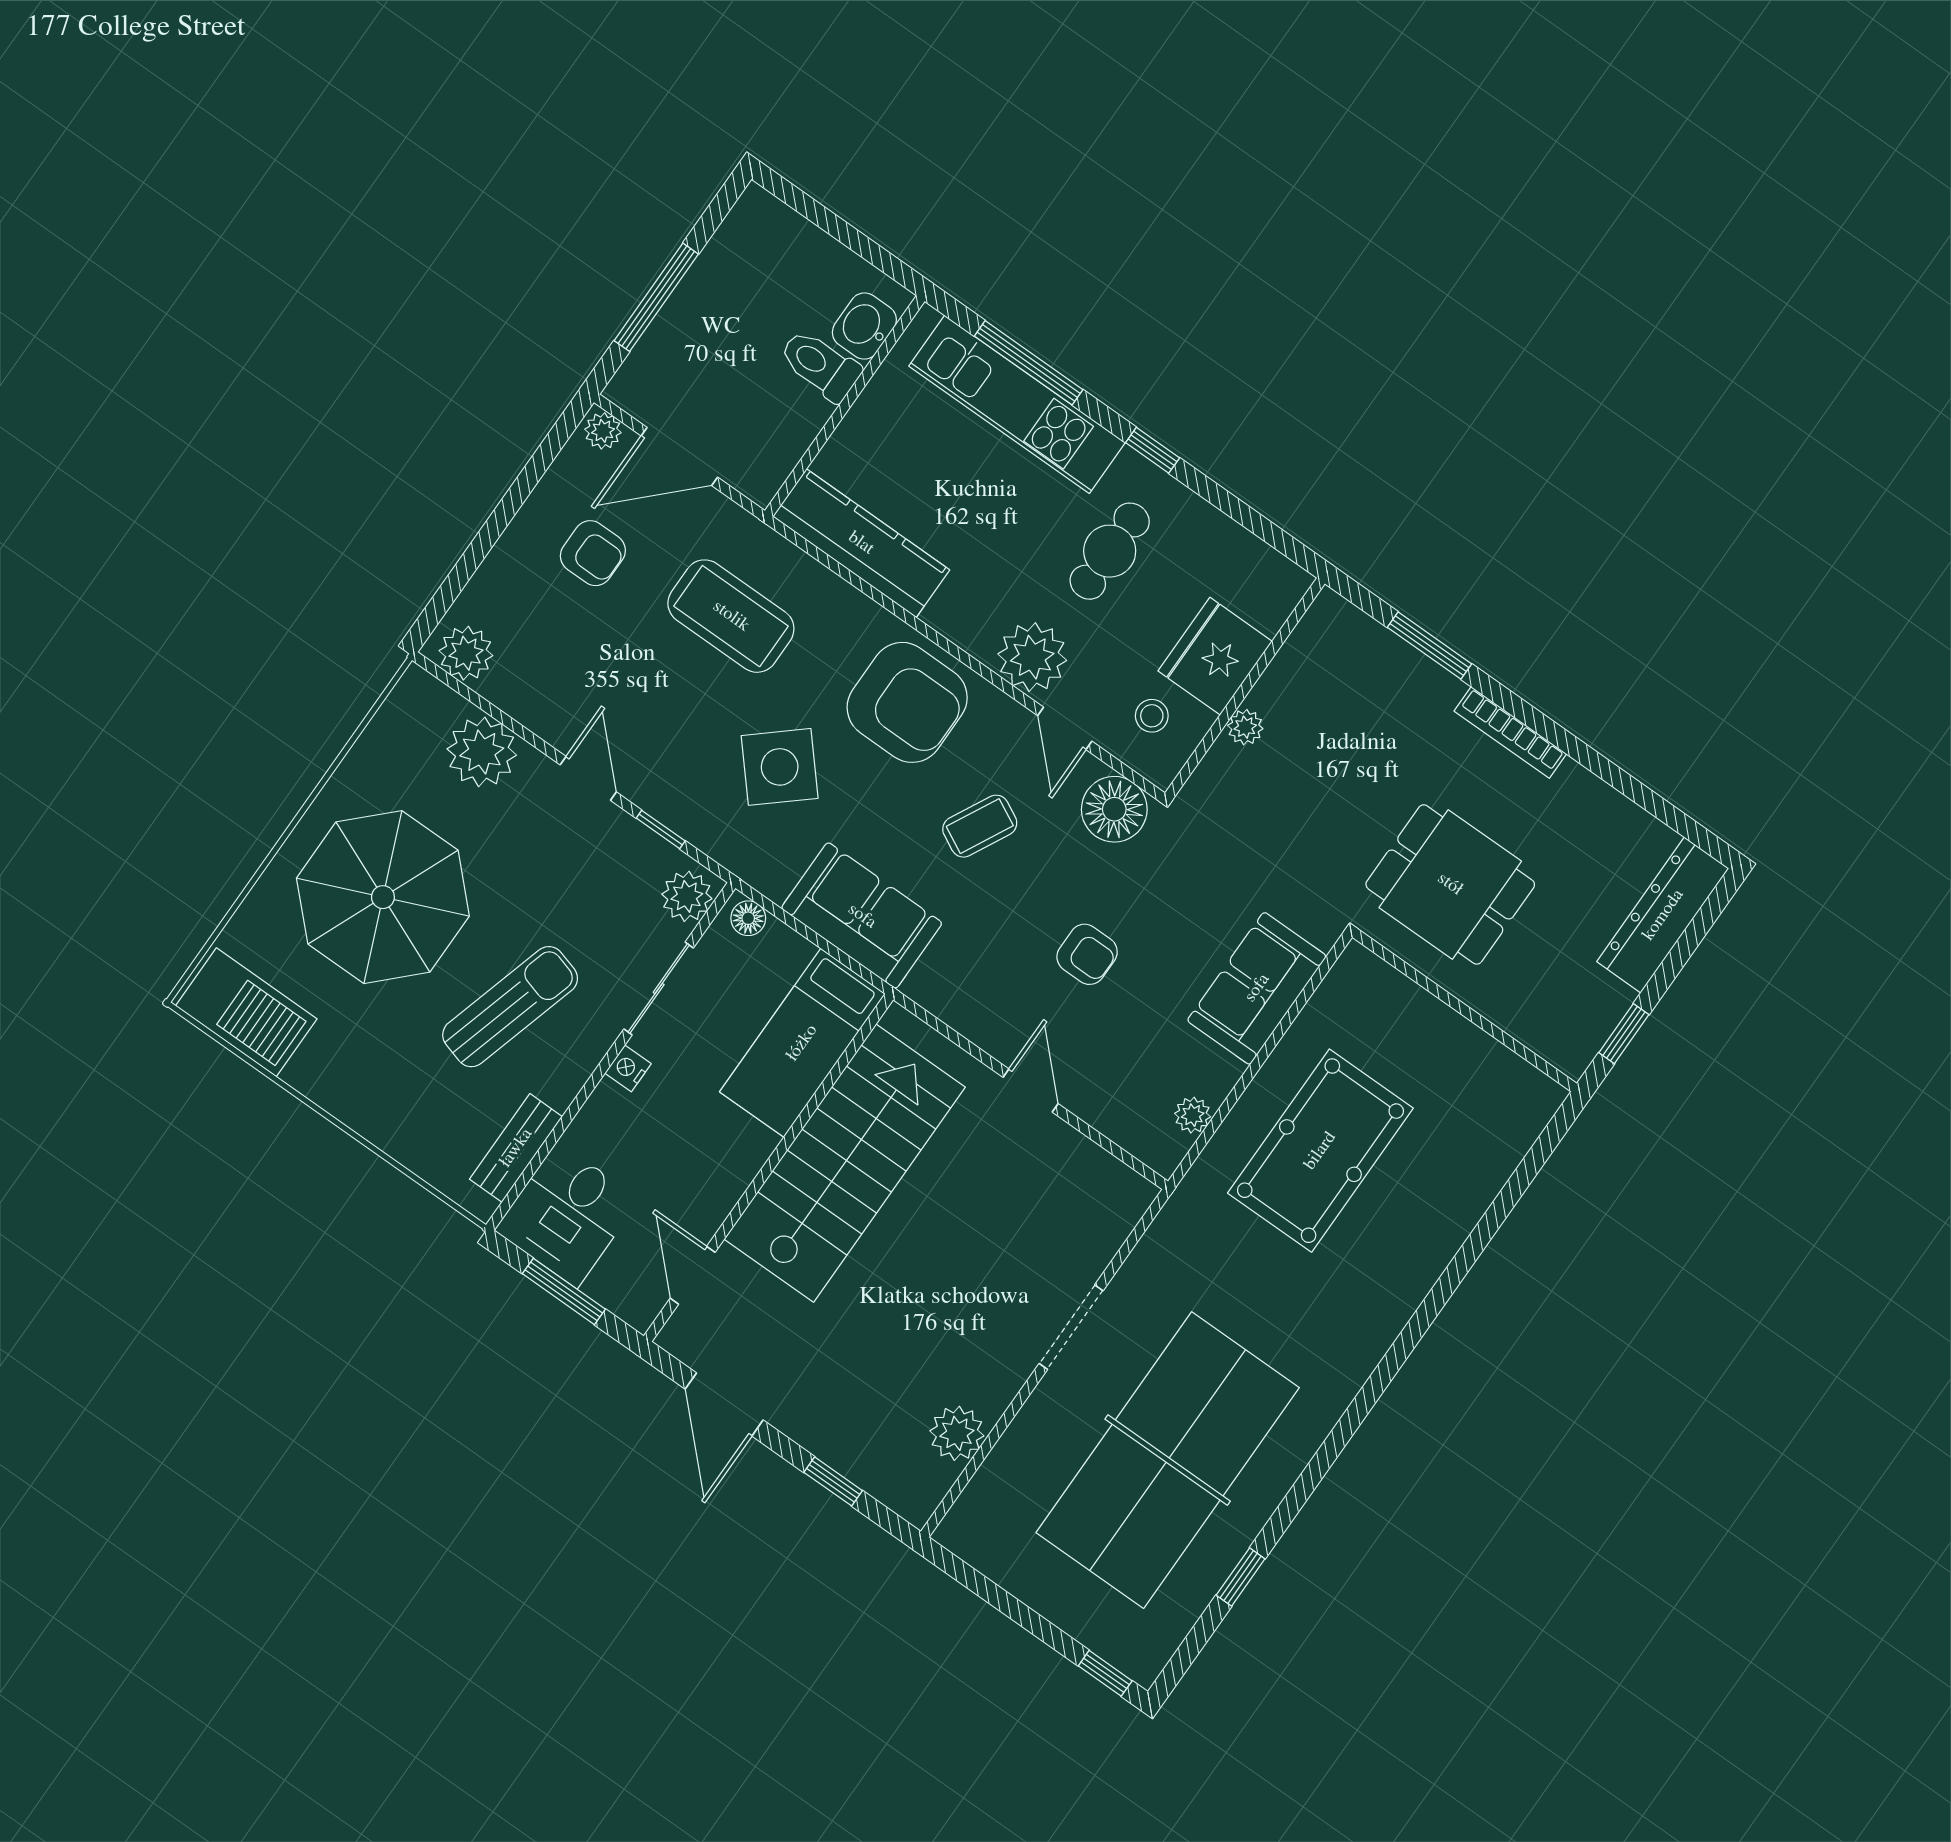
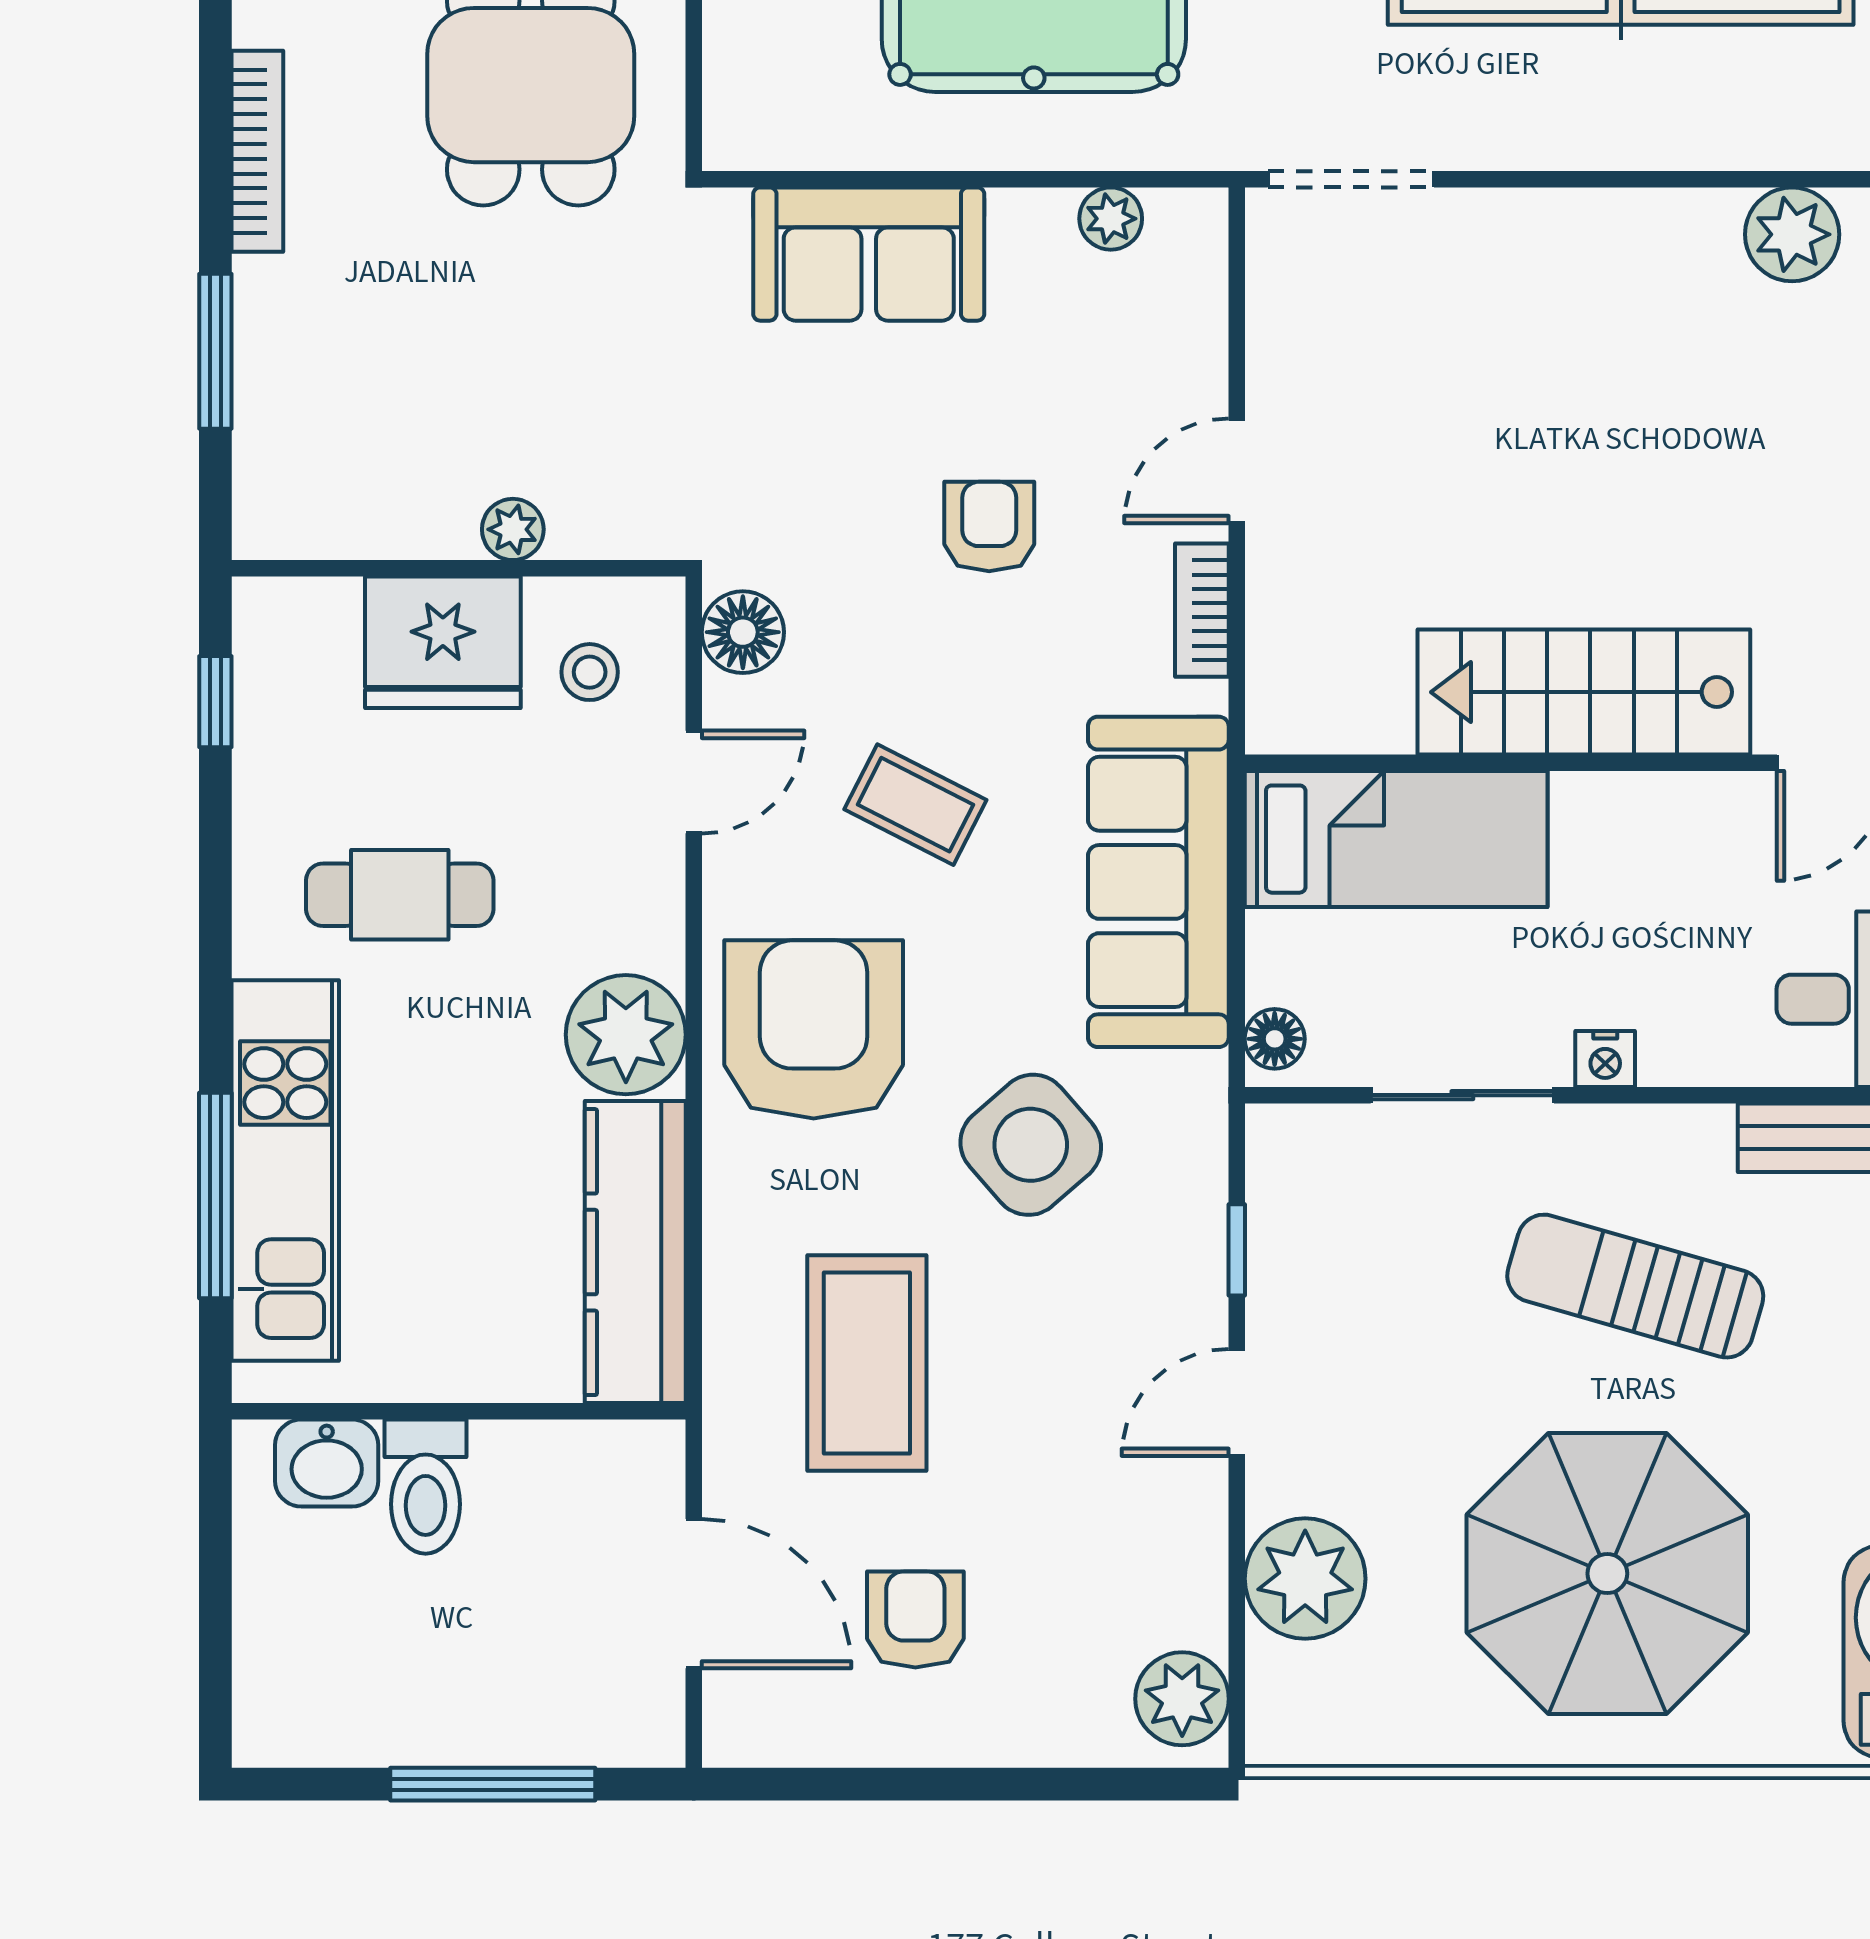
plant: (603, 431) -> (733, 1727), removed
window: (1153, 450) -> (215, 702), moved
plant: (1032, 657) -> (626, 1035), moved
floor lamp: (1114, 809) -> (743, 632), width x0.73, depth x0.73
plant: (687, 896) -> (1305, 1147), removed
sofa: (862, 916) -> (1158, 882), width x1.36
bookcase: (976, 1027) -> (1202, 610), added
stairs: (845, 1163) -> (1584, 692), width x0.73, depth x0.66
doorway: (1071, 1327) -> (1351, 179), moved

